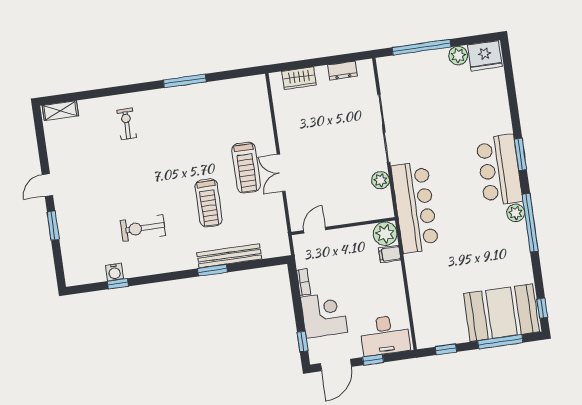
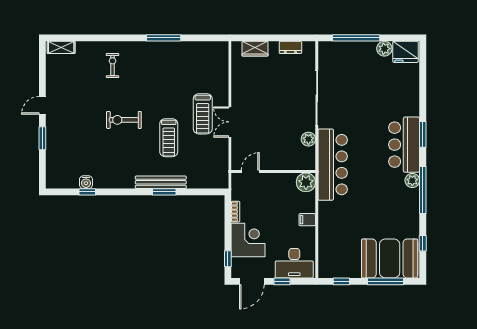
exercise bike: (143, 228) -> (124, 120), moved
filing cabinet: (390, 254) -> (307, 220), moved
bench: (229, 256) -> (161, 182), moved
window: (542, 308) -> (423, 243), moved

